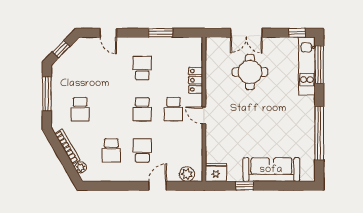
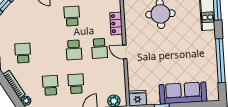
school desk: (80, 109) -> (23, 53), turned 180
school desk: (111, 150) -> (50, 85), turned 180

